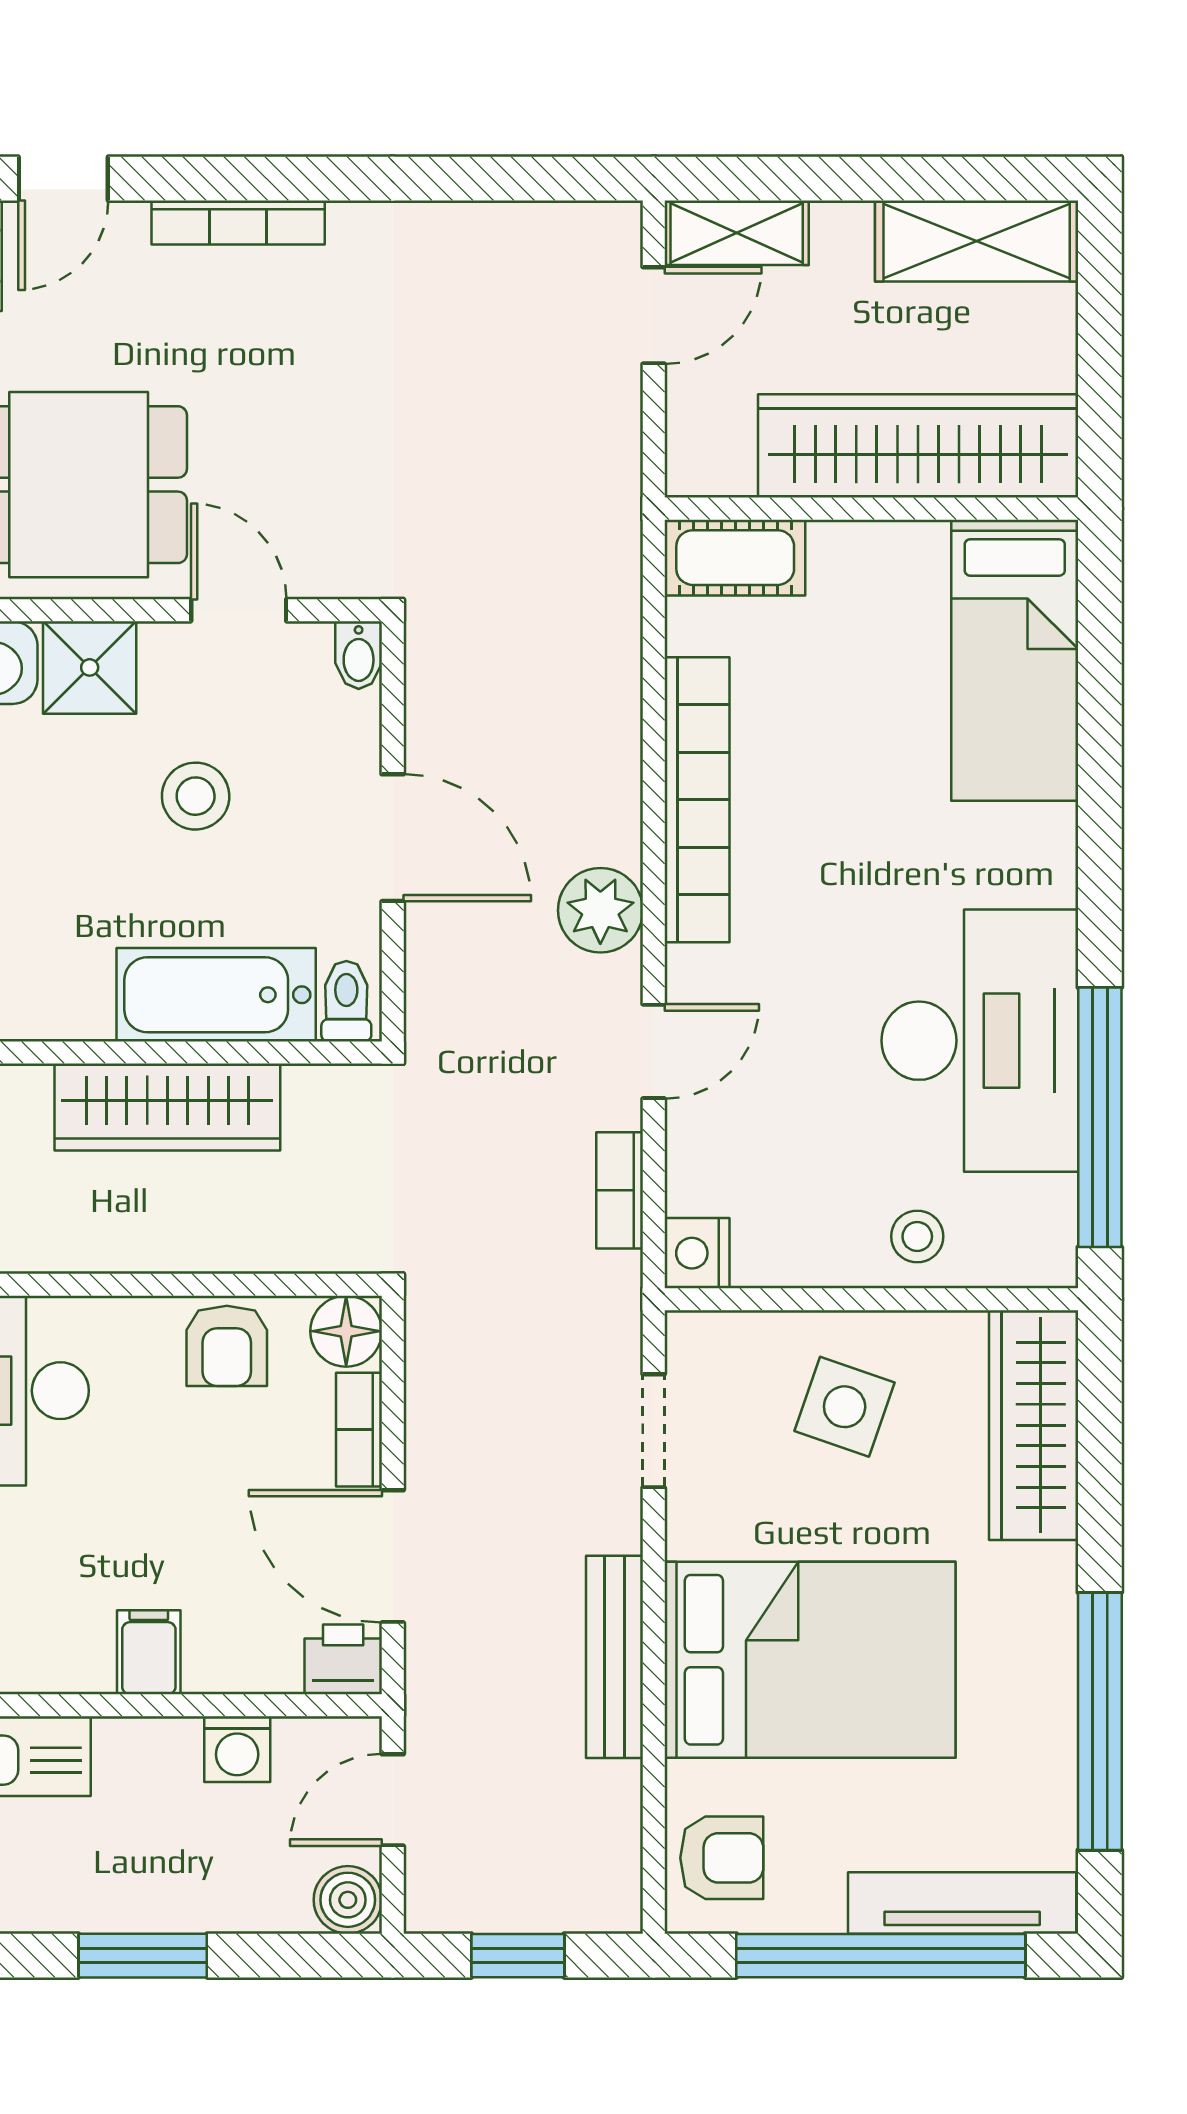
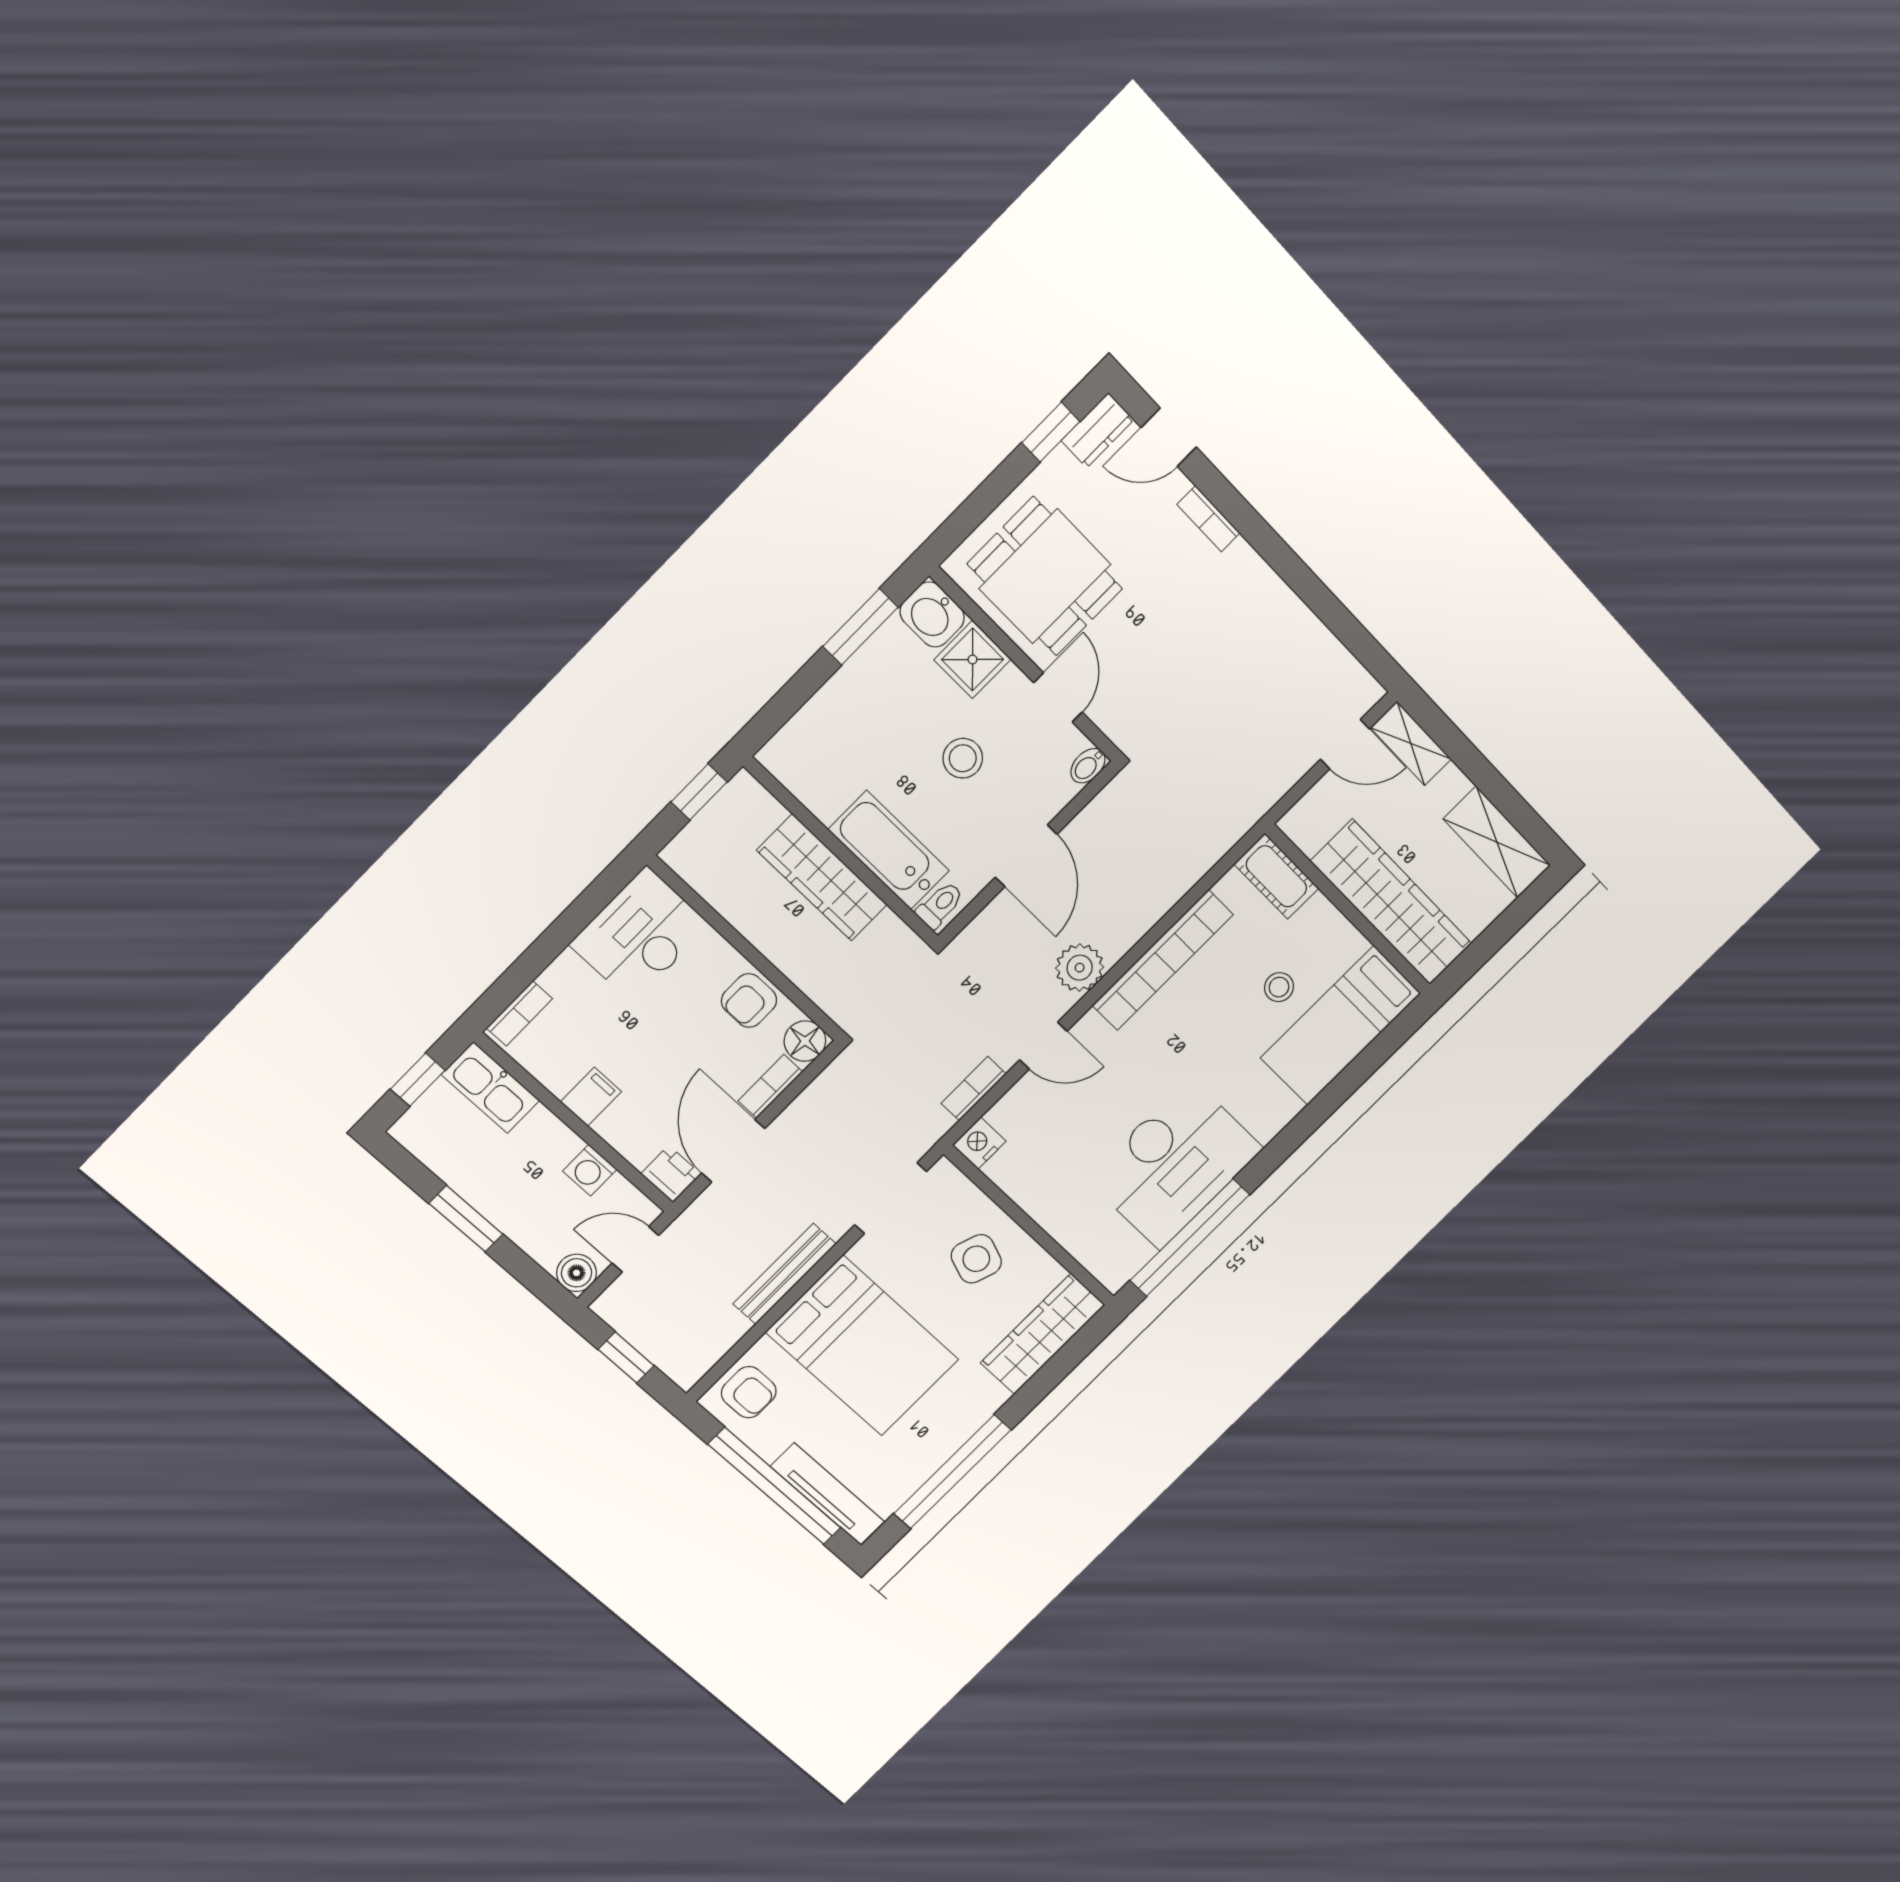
bookcase: (238, 223) -> (1208, 519), width x0.64
stool: (917, 1236) -> (1279, 987), moved
doorway: (654, 1431) -> (891, 1198), width x1.38

